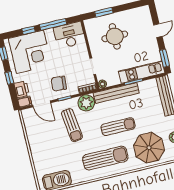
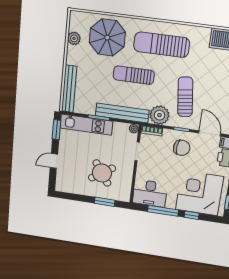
round table: (115, 36) -> (102, 173), turned -34

